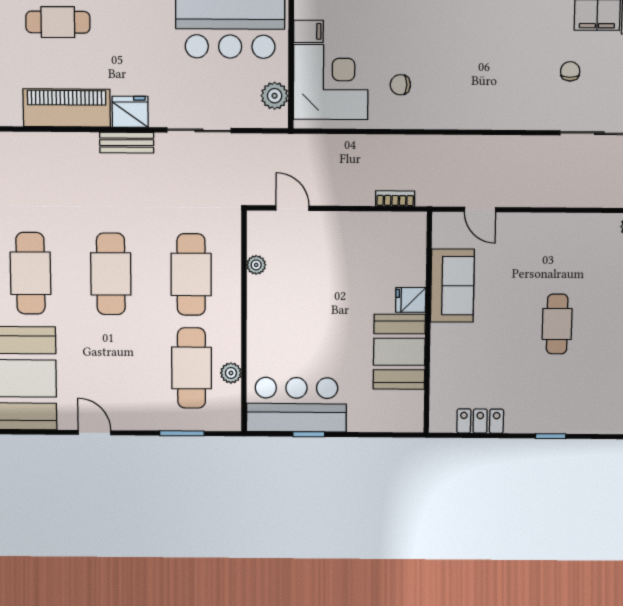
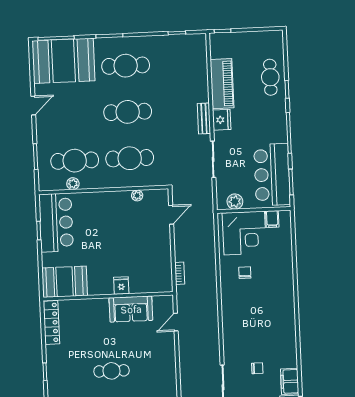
booth: (399, 352) -> (65, 282), moved
locker: (480, 421) -> (51, 323), width x1.53

